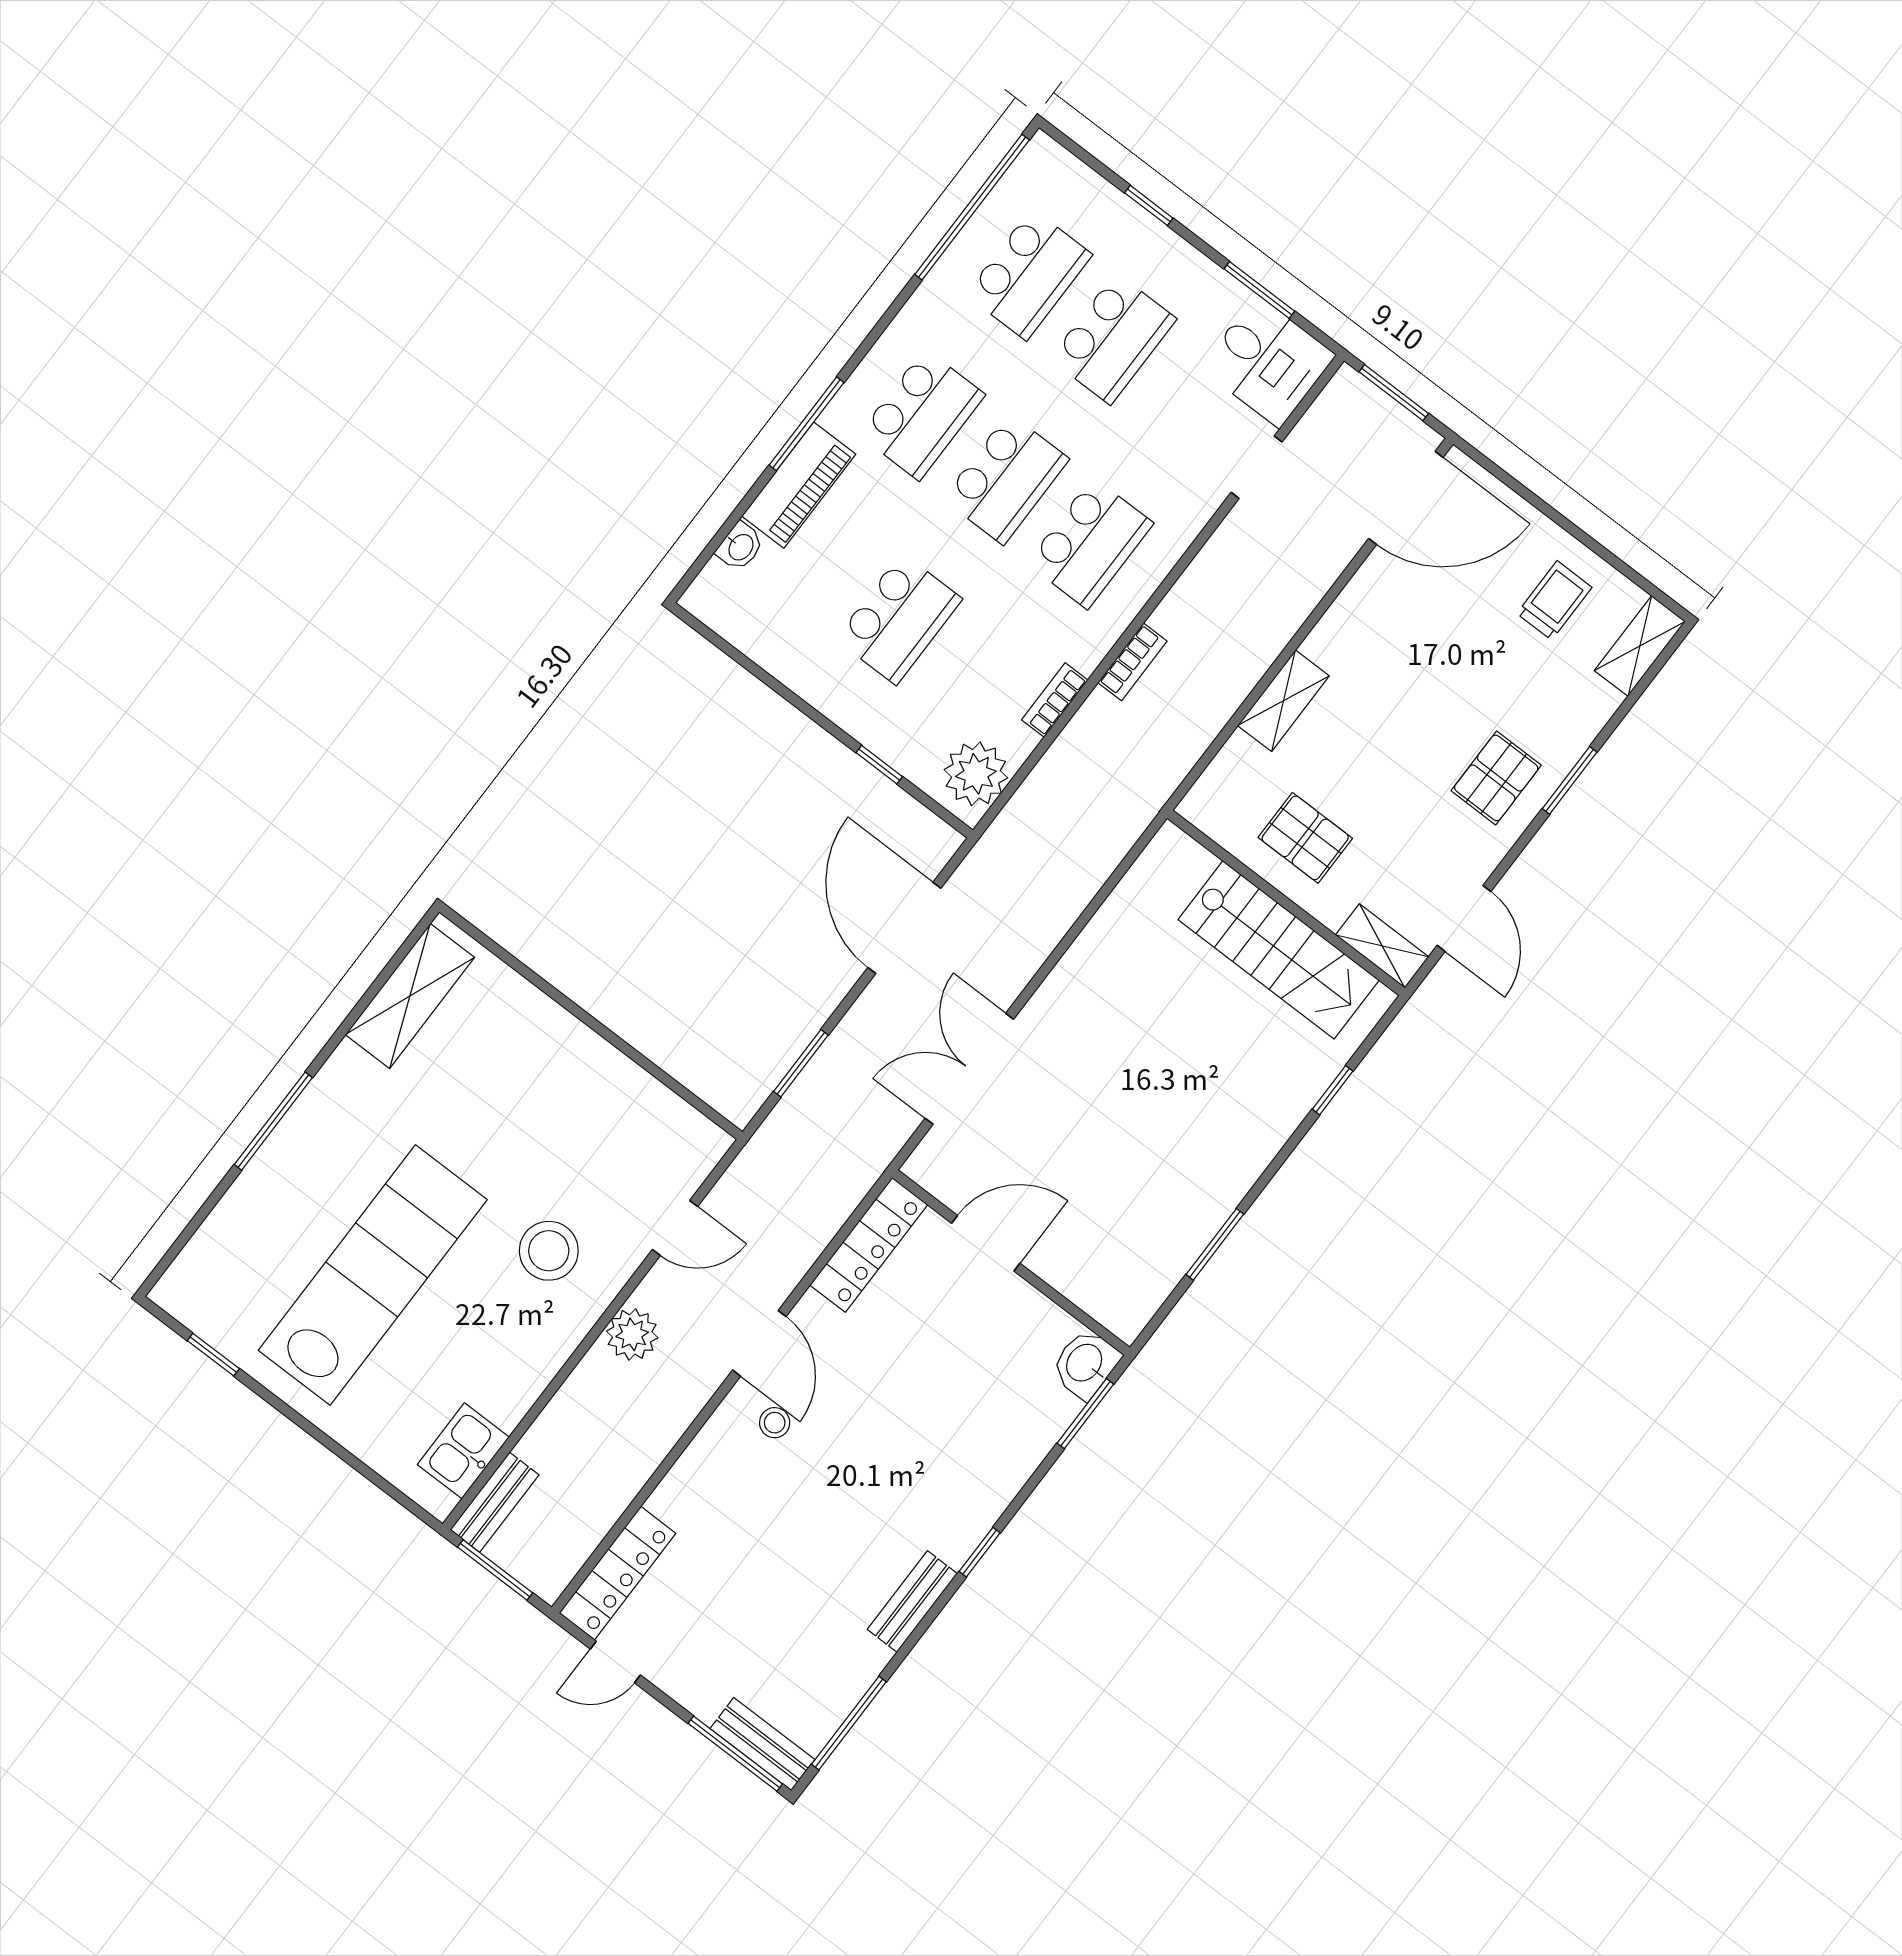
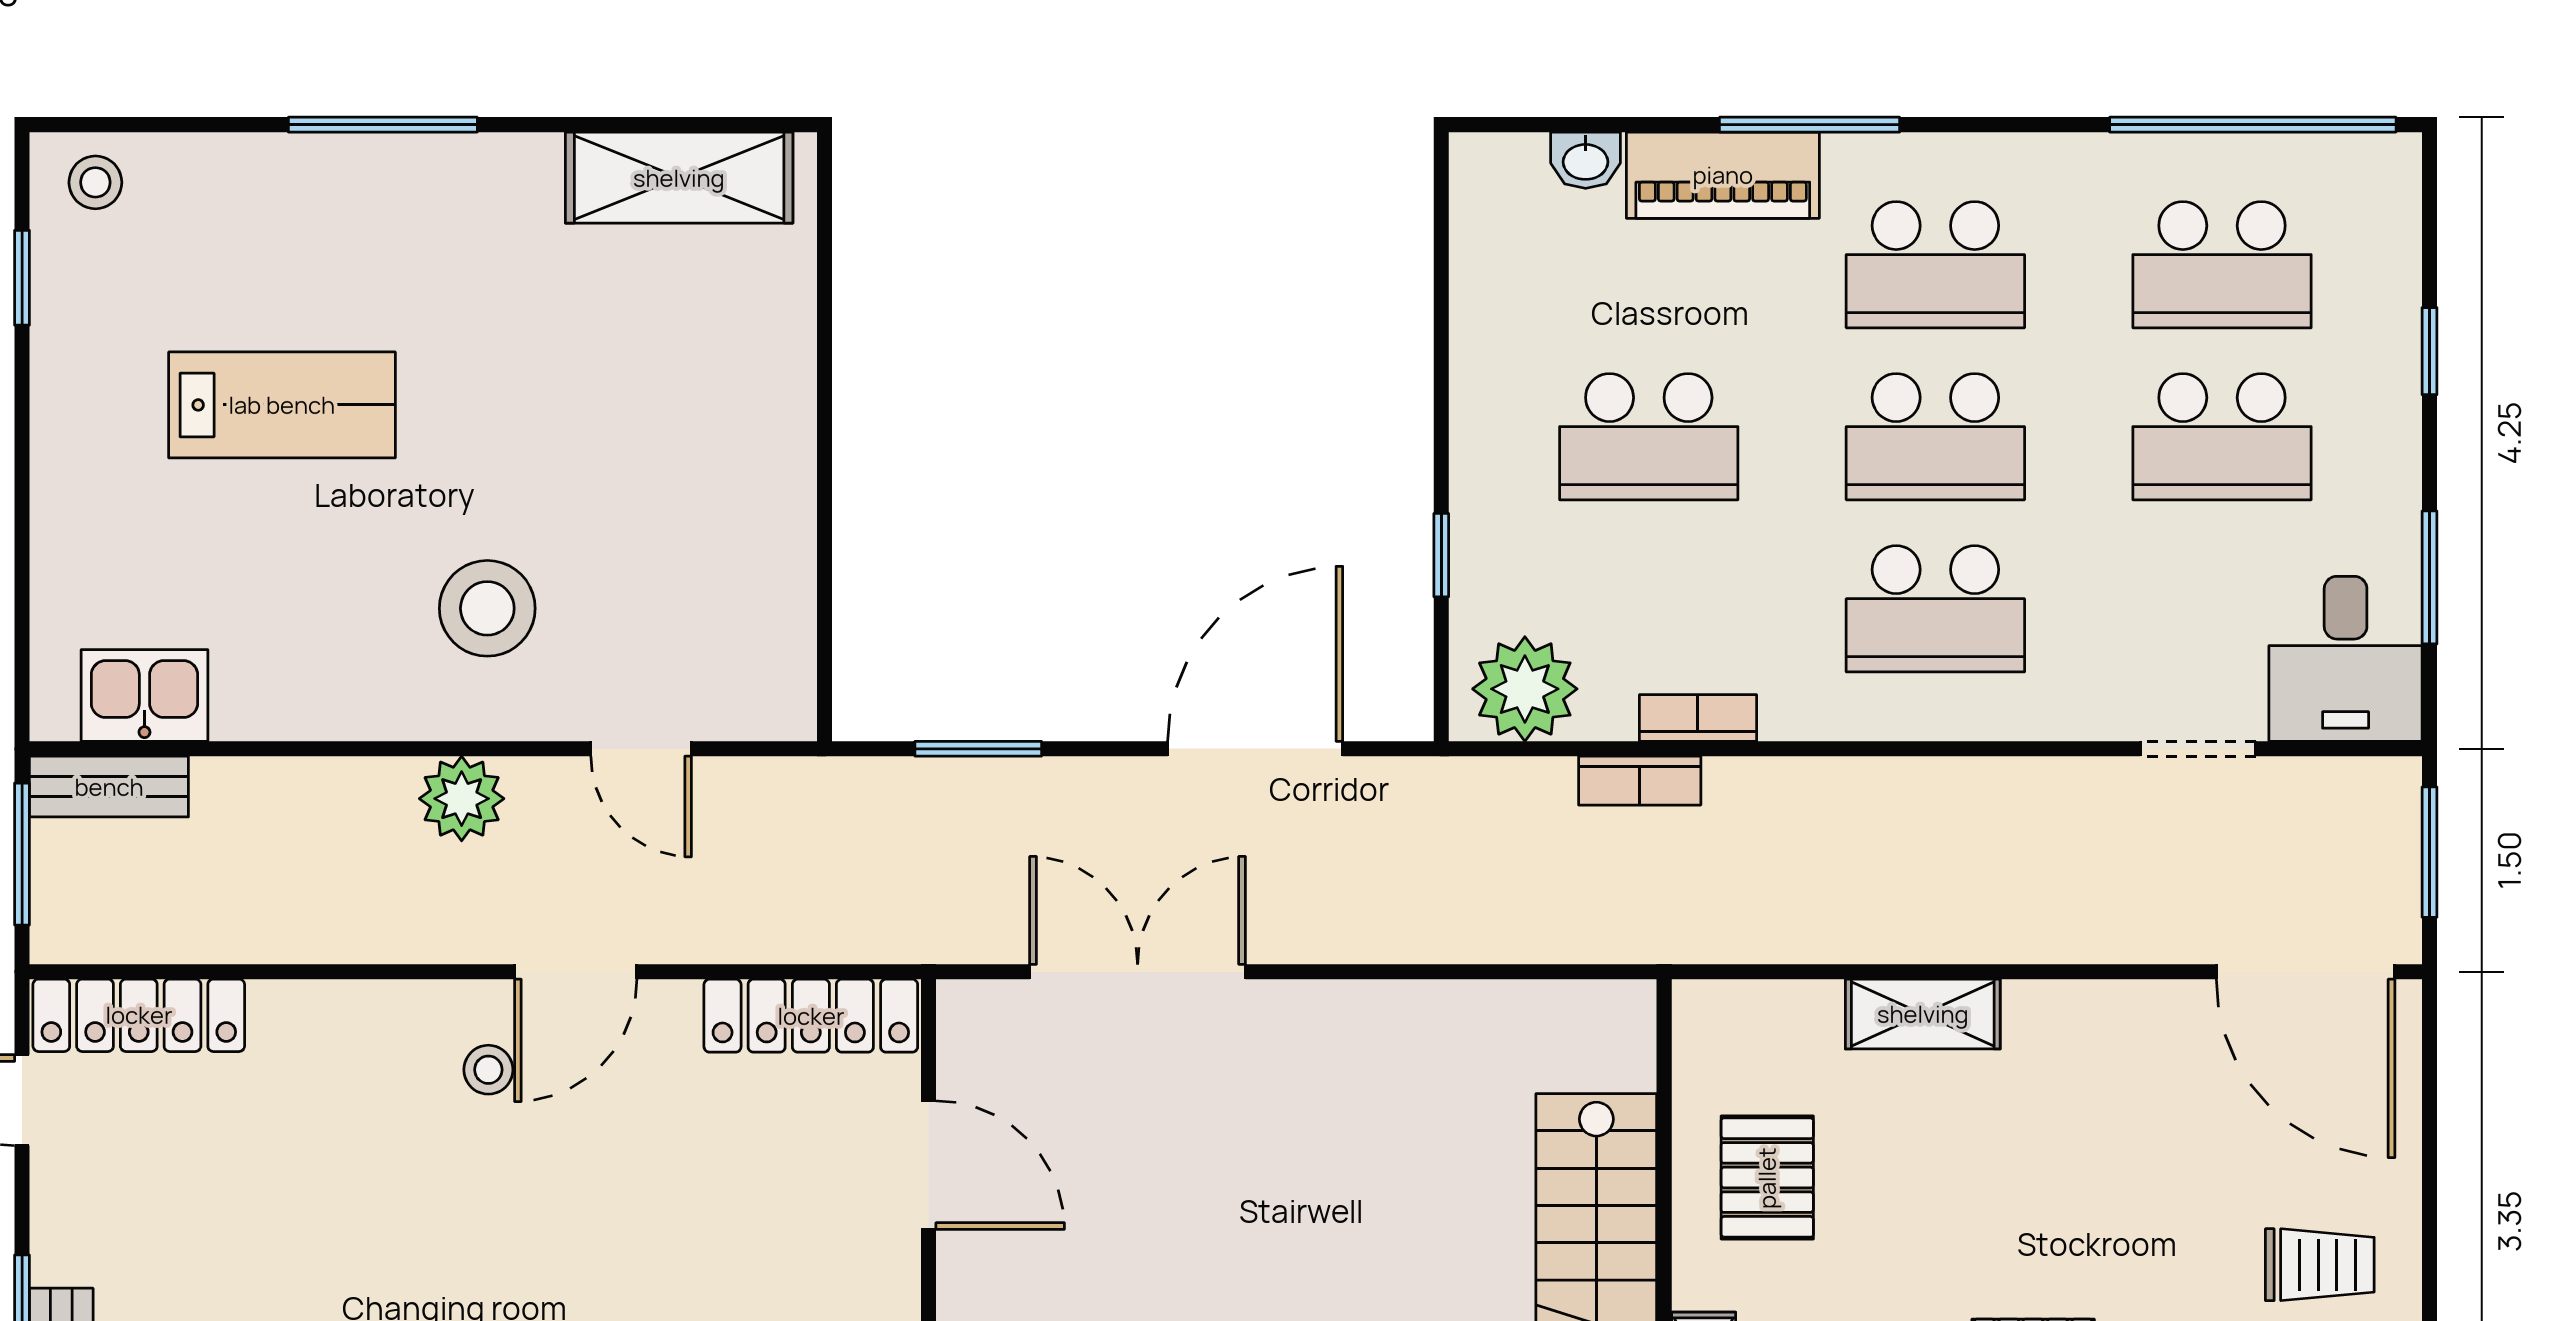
bookcase: (1132, 662) -> (1640, 781), moved
lab bench: (373, 1275) -> (282, 405), width x0.54, depth x0.72
stool: (194, 1283) -> (95, 182), added

